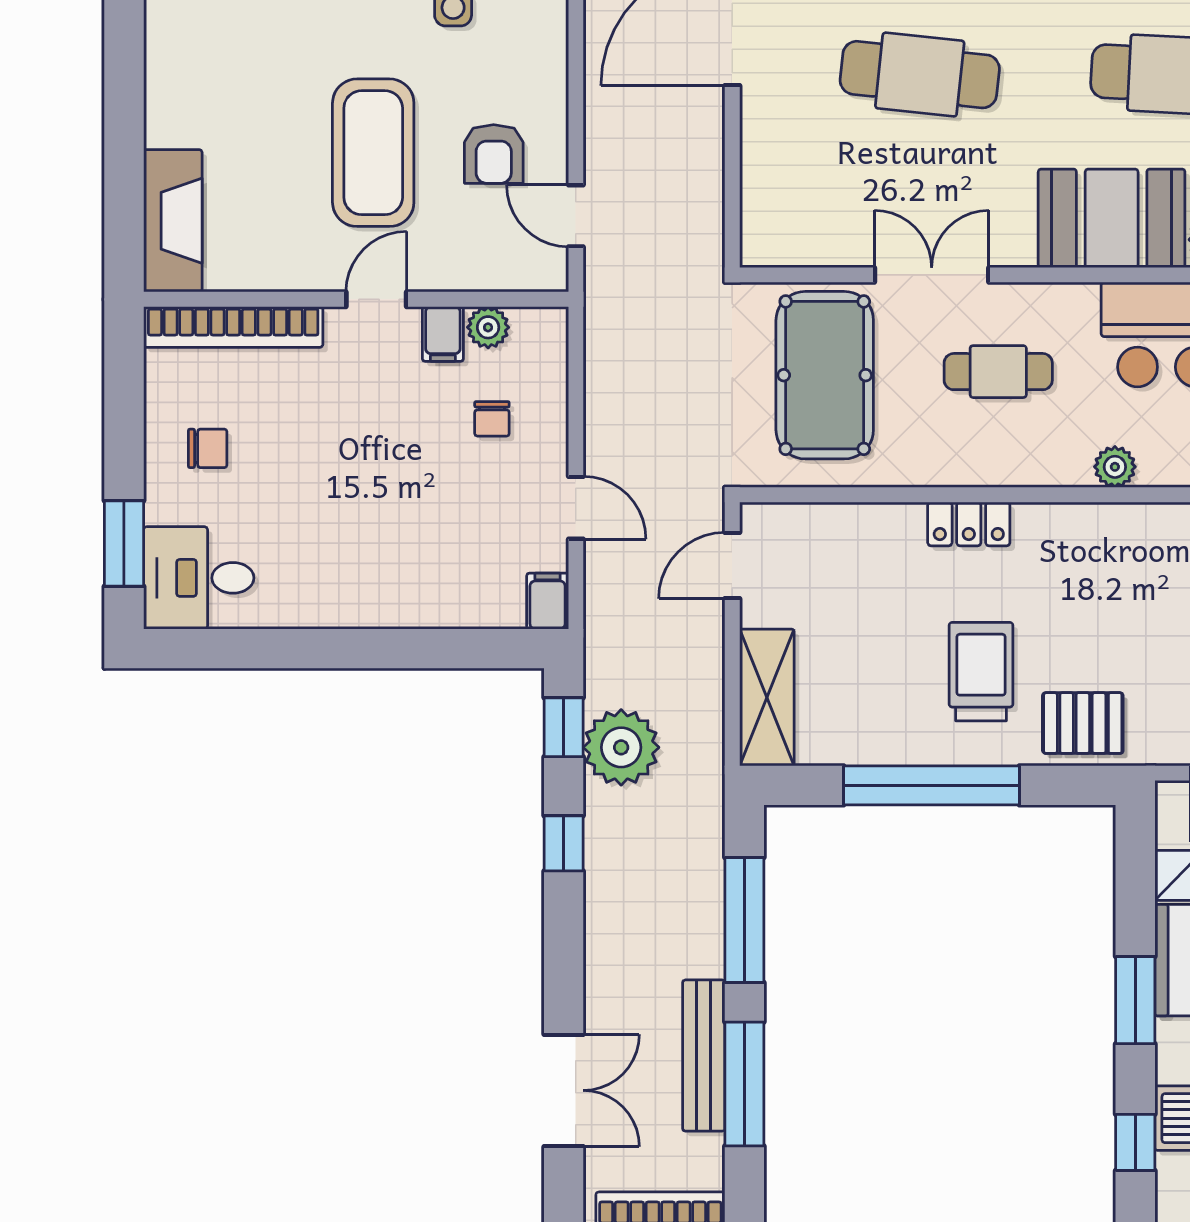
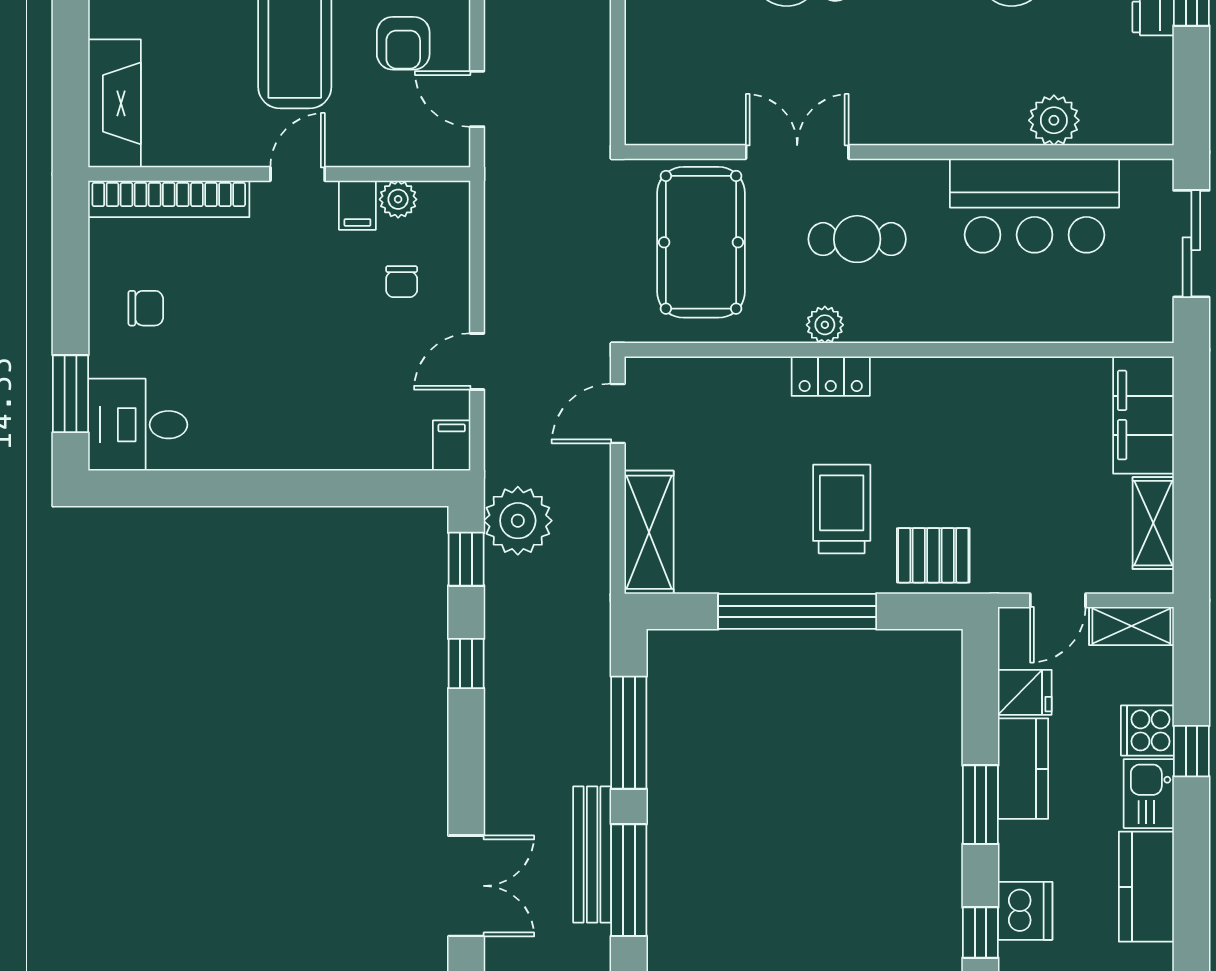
booth: (1112, 218) -> (959, 101), removed
plant: (1115, 467) -> (825, 325), moved
door: (576, 508) -> (477, 362), swing flipped
plant: (621, 747) -> (518, 521), moved

